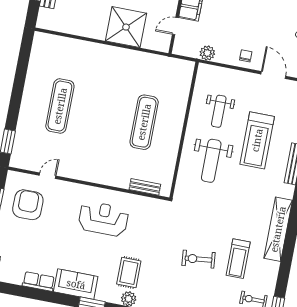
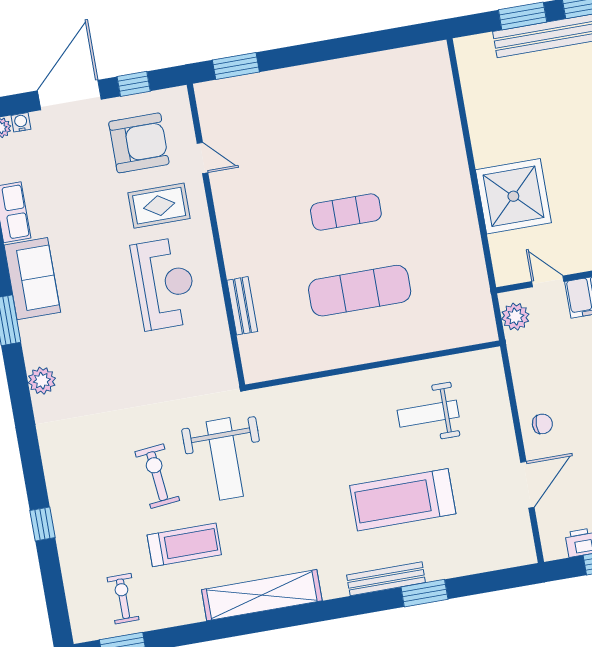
plant: (207, 53) -> (515, 317), moved
exercise mat: (60, 106) -> (346, 212), moved, width x0.73, depth x0.69
weight bench: (211, 161) -> (225, 459), moved, turned -90
bench: (145, 187) -> (242, 306), moved
treadmill: (238, 259) -> (184, 545), turned 180
rug: (129, 272) -> (159, 206), moved

